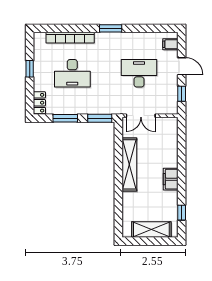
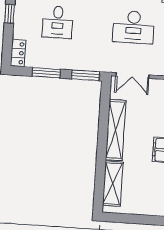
desk: (72, 73) -> (58, 22), width x0.73
desk: (139, 73) -> (134, 27), turned 180
shelving: (151, 230) -> (113, 184), moved, turned 90

